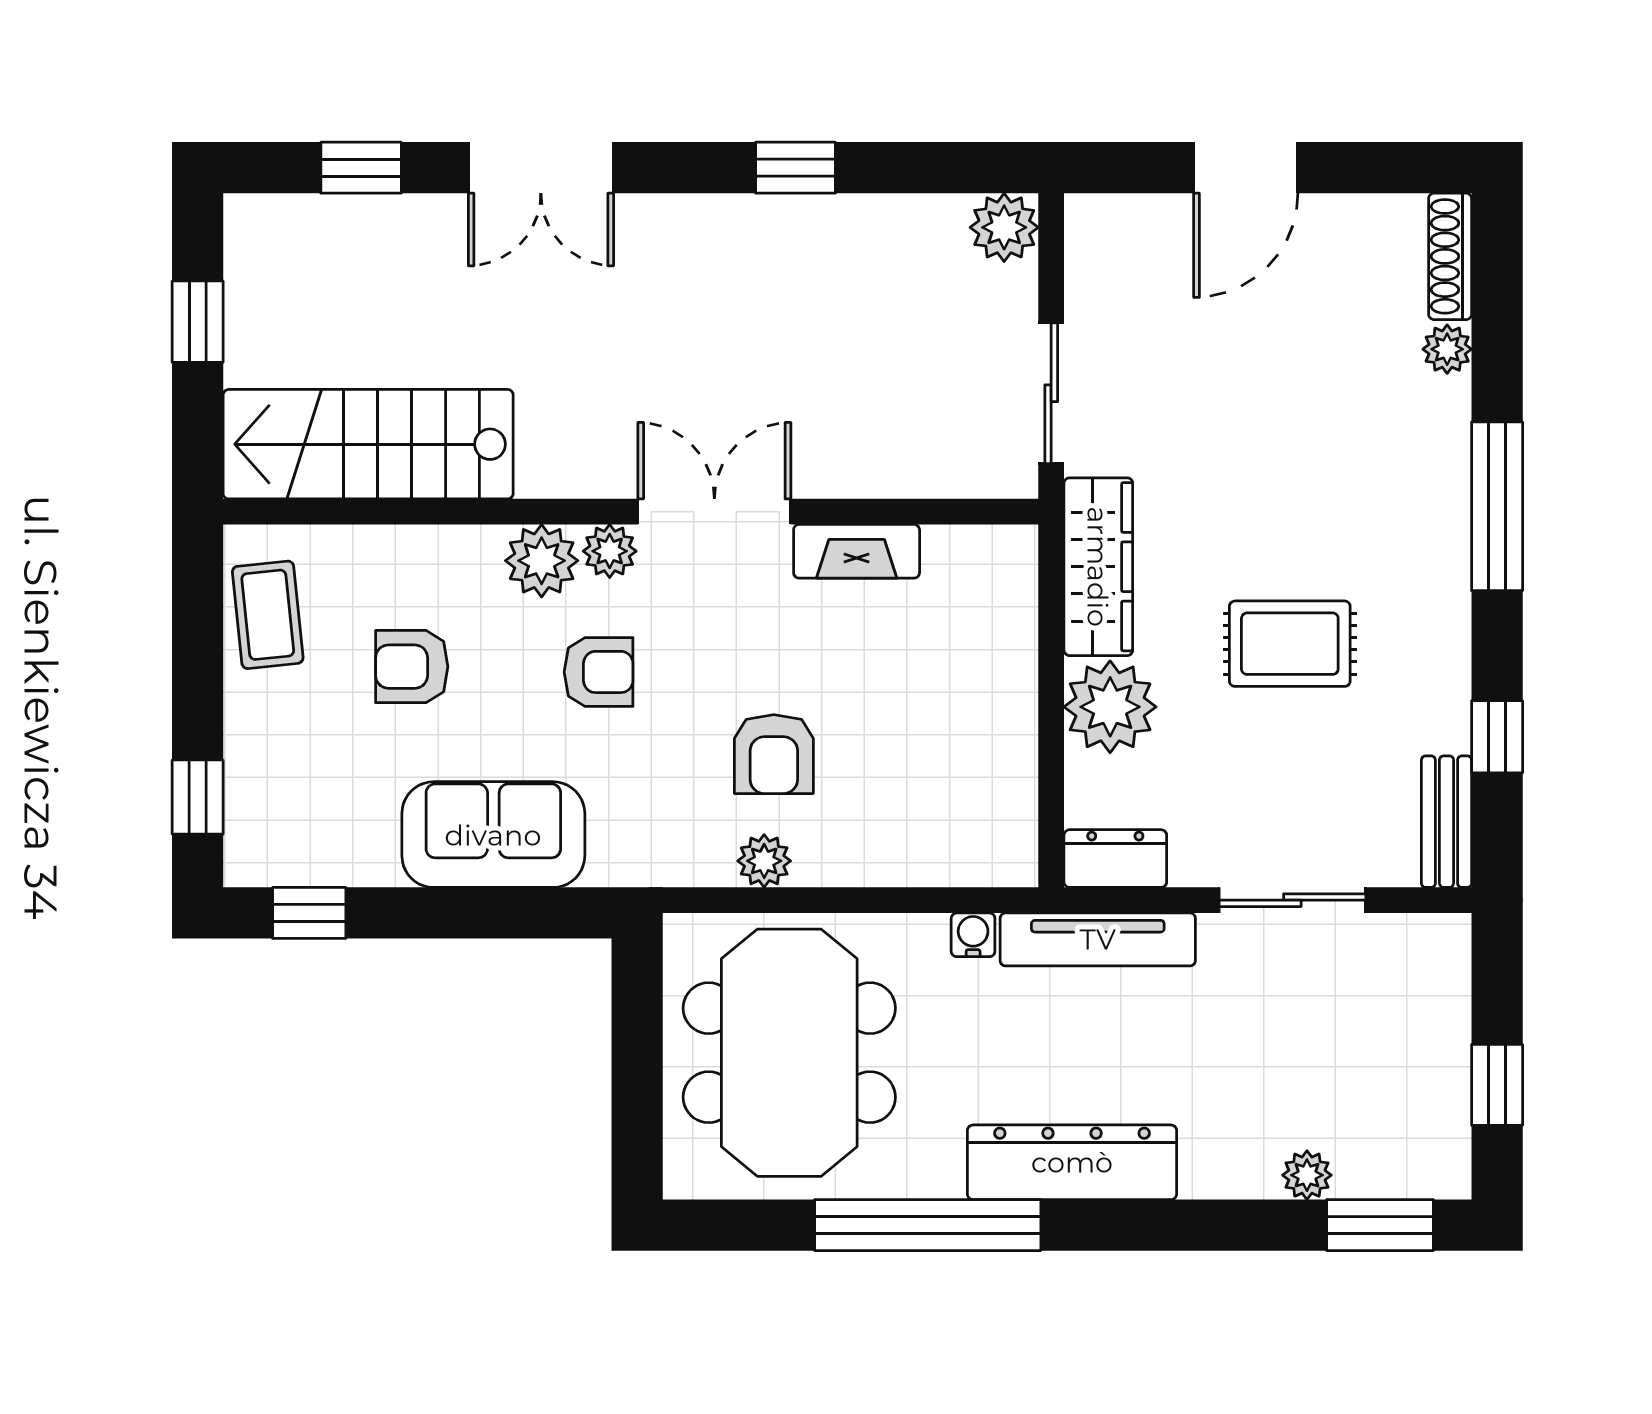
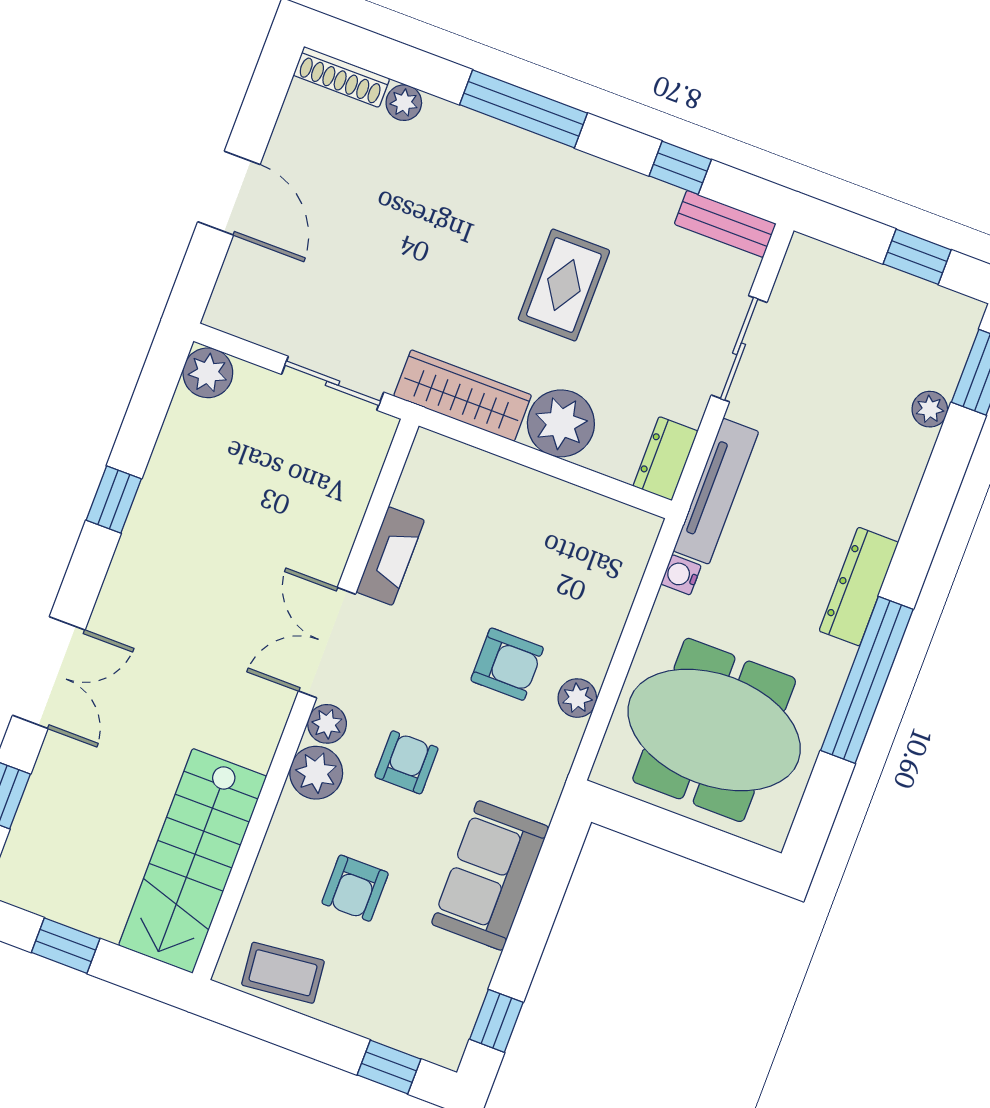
dresser: (1072, 1162) -> (859, 587), width x0.73, depth x0.80

